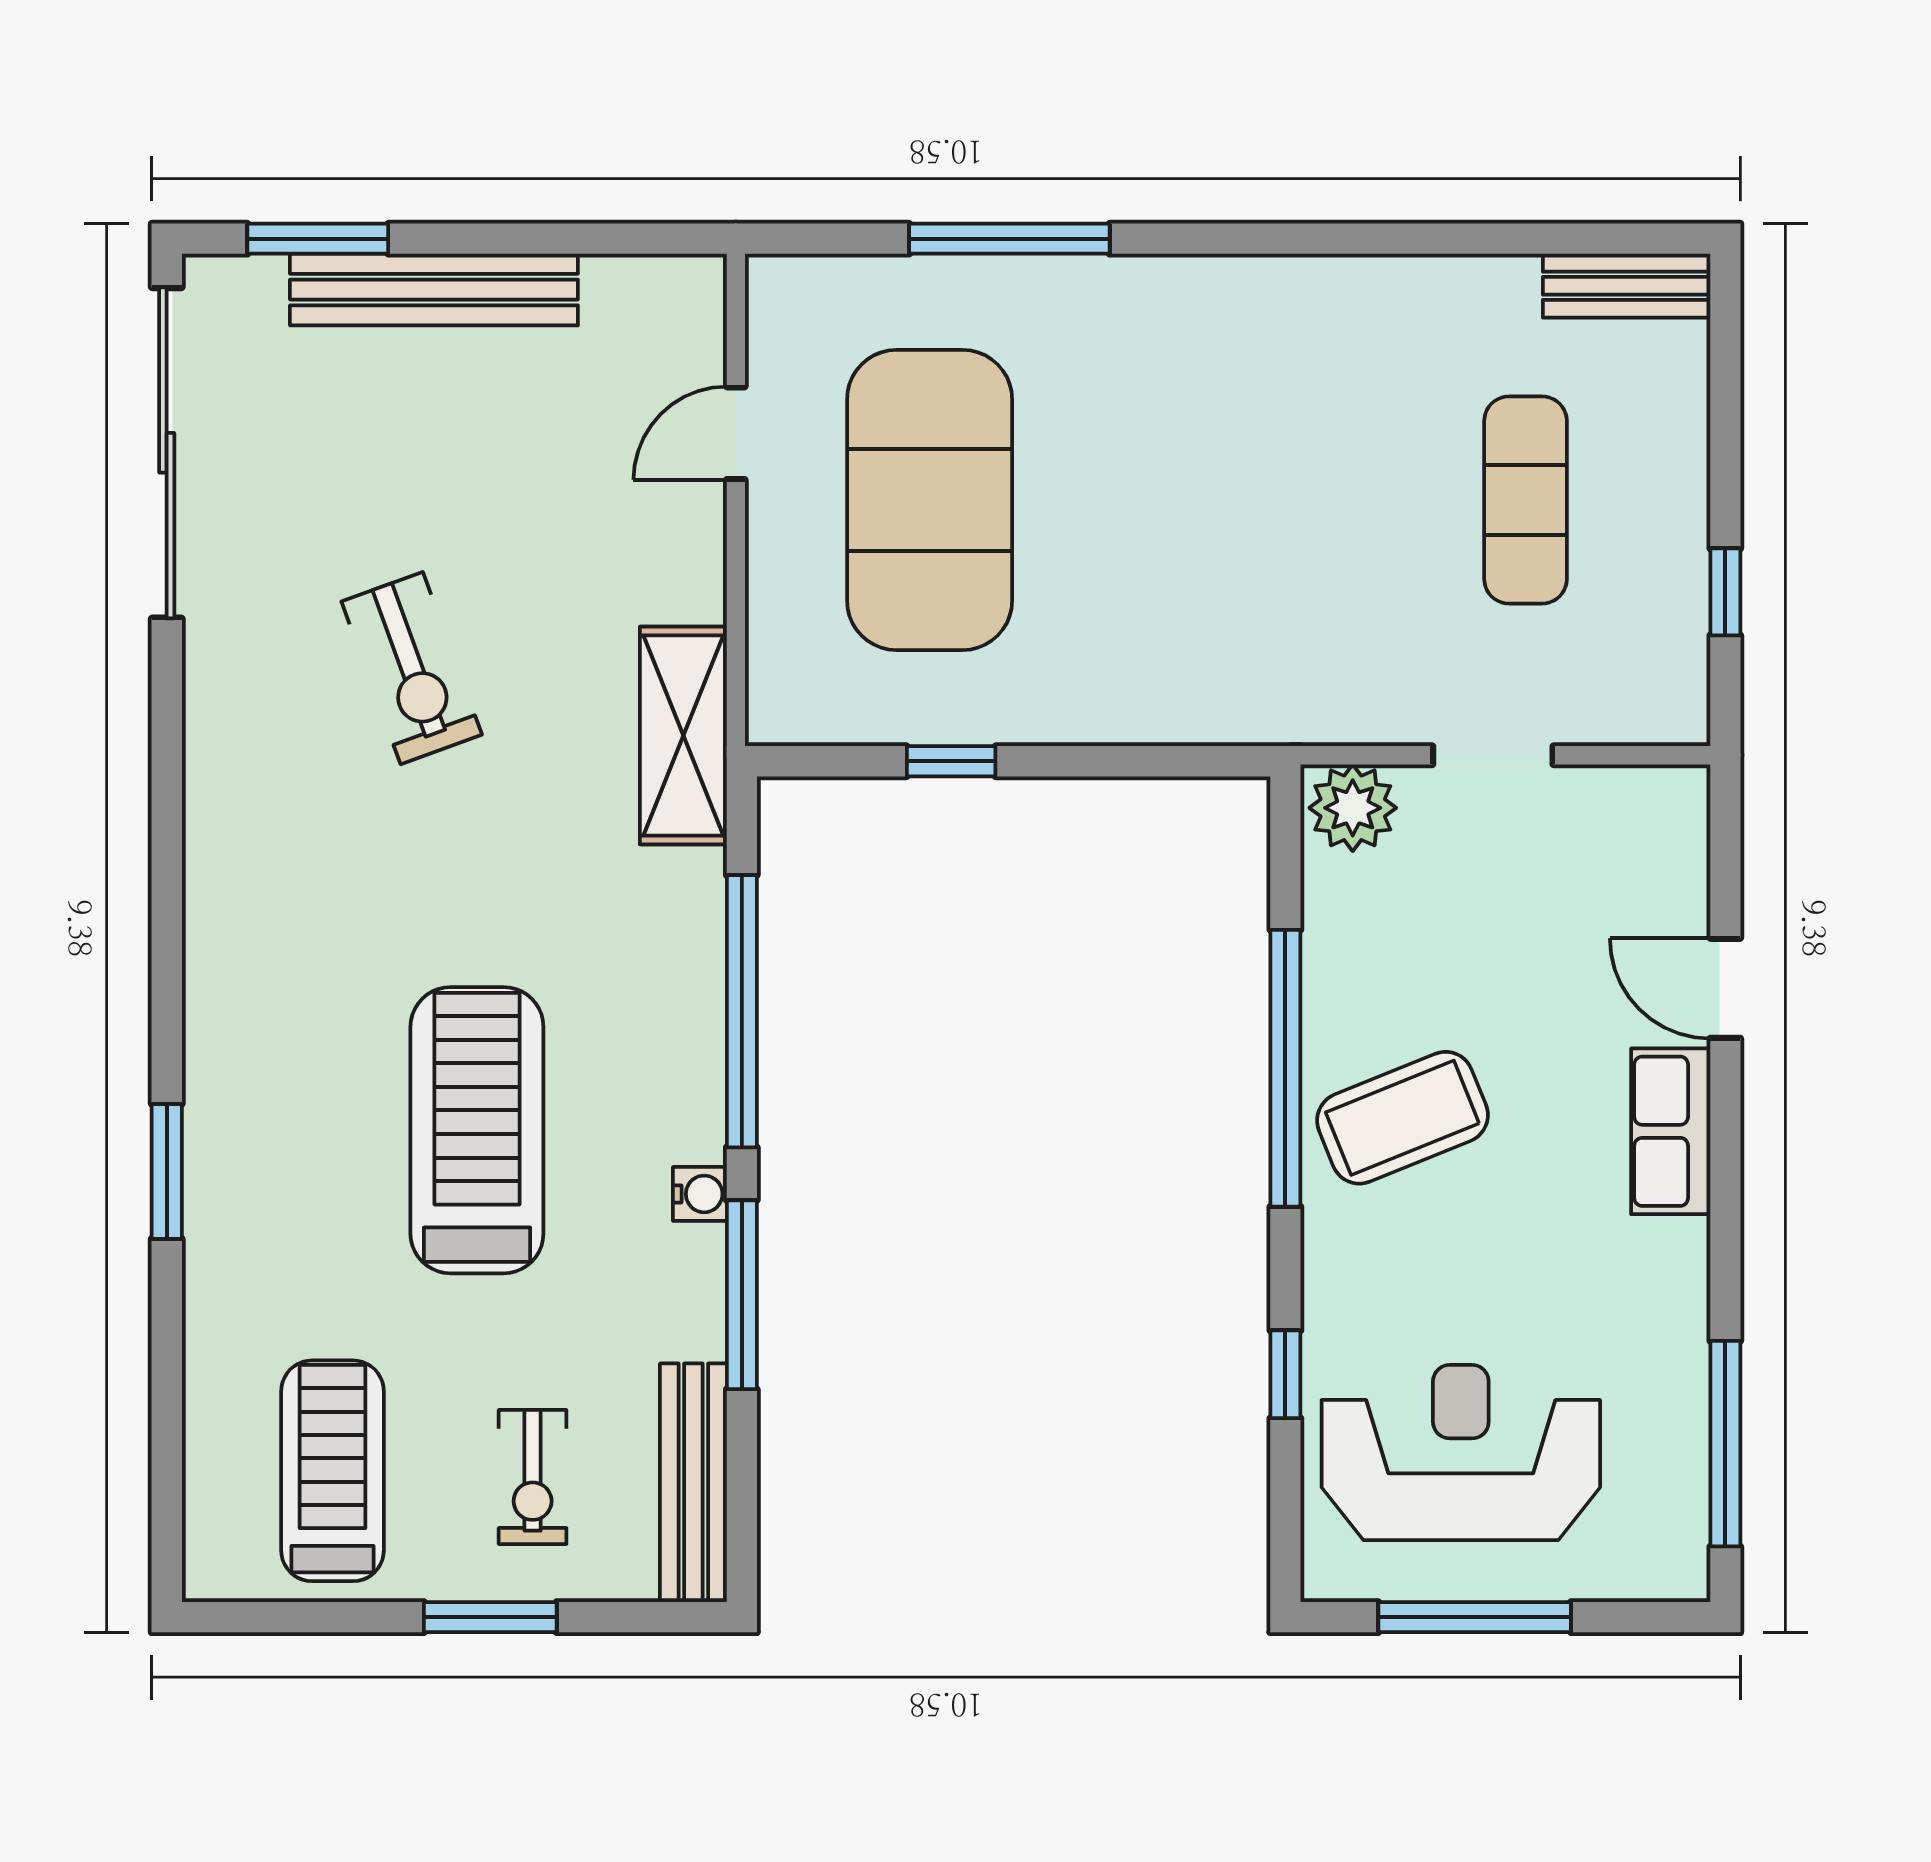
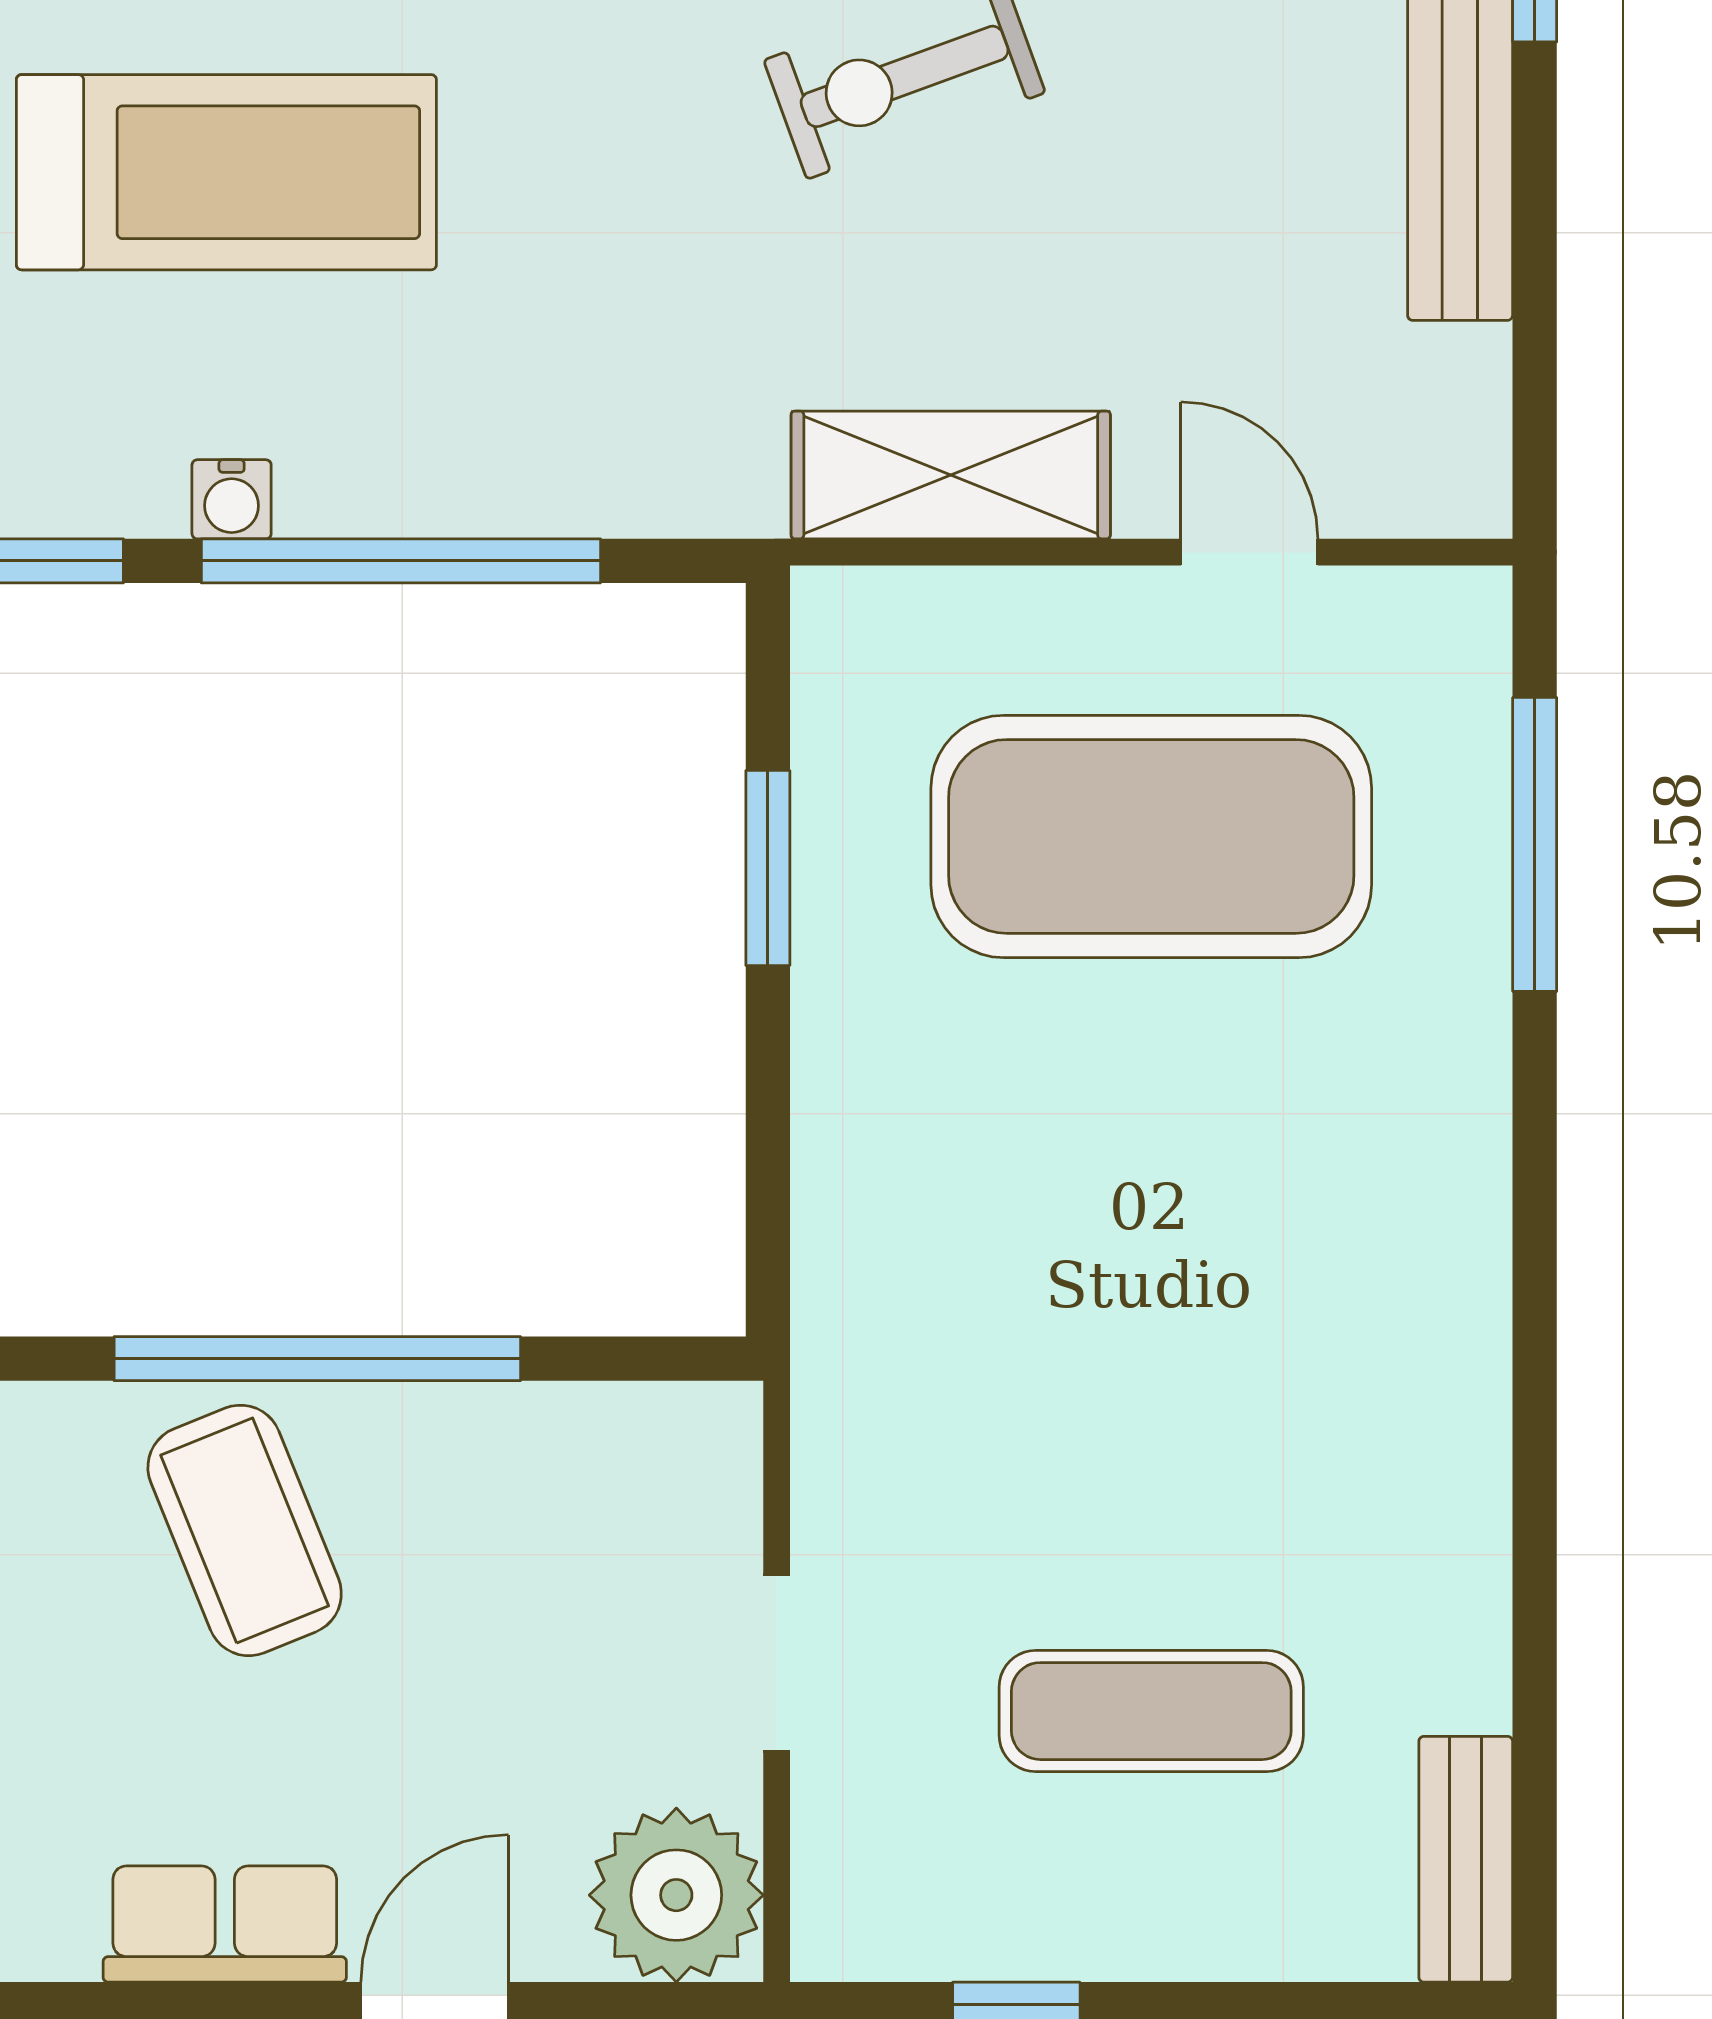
window: (1009, 239) -> (1535, 844), moved
shelving: (683, 735) -> (951, 475), moved
window: (951, 761) -> (768, 868), width x1.50
plant: (1353, 808) -> (676, 1895), moved, width x1.36, depth x1.36
water cooler: (700, 1194) -> (232, 499), moved

